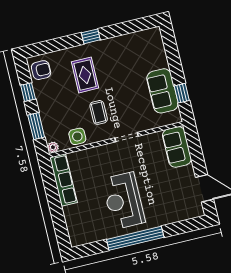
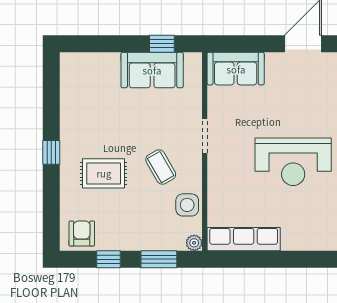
coffee table: (99, 112) -> (161, 167), turned 60

